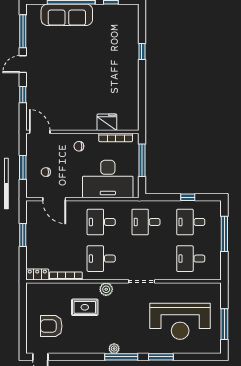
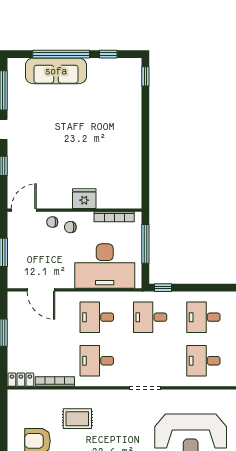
window: (142, 51) -> (145, 76), moved
fridge: (107, 122) -> (84, 199), moved
door: (40, 132) -> (24, 210), hinge flipped
chair: (46, 172) -> (52, 222), moved
window: (188, 197) -> (163, 288), moved
plant: (106, 289) -> (103, 397), removed

